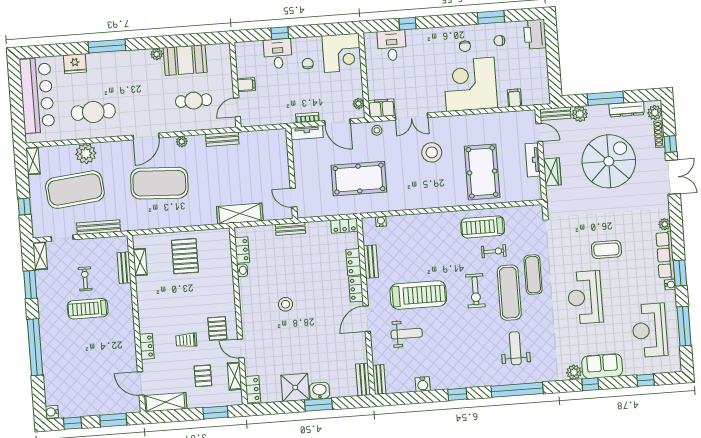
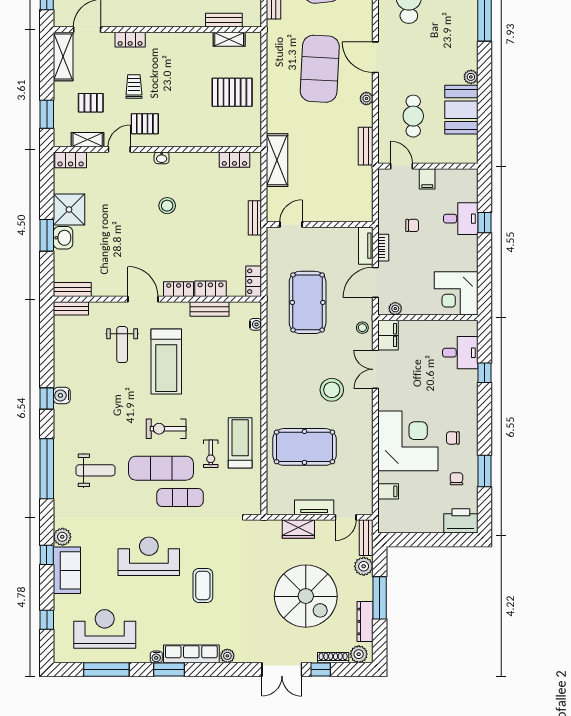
chair: (308, 64) -> (412, 225), moved
washbasin: (242, 270) -> (162, 158), moved
water cooler: (423, 384) -> (62, 395), moved

